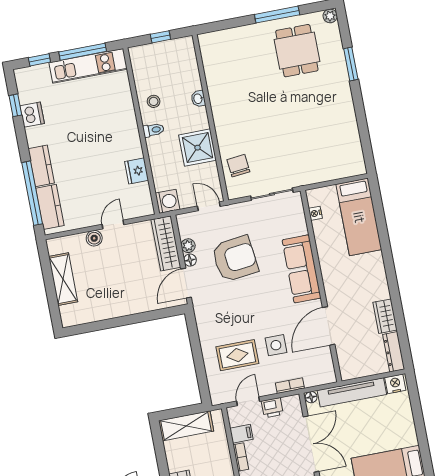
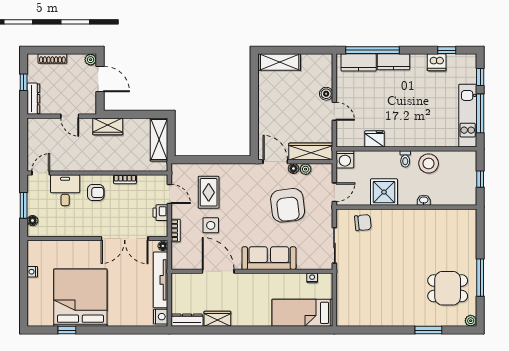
stool: (154, 101) -> (429, 163), width x1.89, depth x1.89
shelving: (63, 279) -> (280, 62), moved
filing cabinet: (241, 434) -> (144, 183), removed

